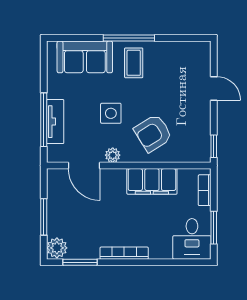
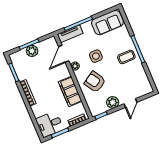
sofa: (85, 57) -> (107, 22), moved, turned -90
plant: (200, 118) -> (113, 102), added
tv unit: (55, 122) -> (70, 34), moved
plant: (57, 248) -> (32, 51), moved

